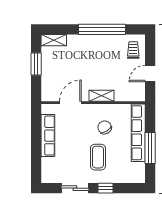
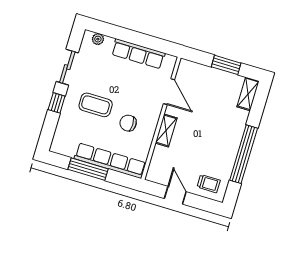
chair: (105, 127) -> (128, 123), turned -148
plant: (46, 171) -> (98, 39), added

